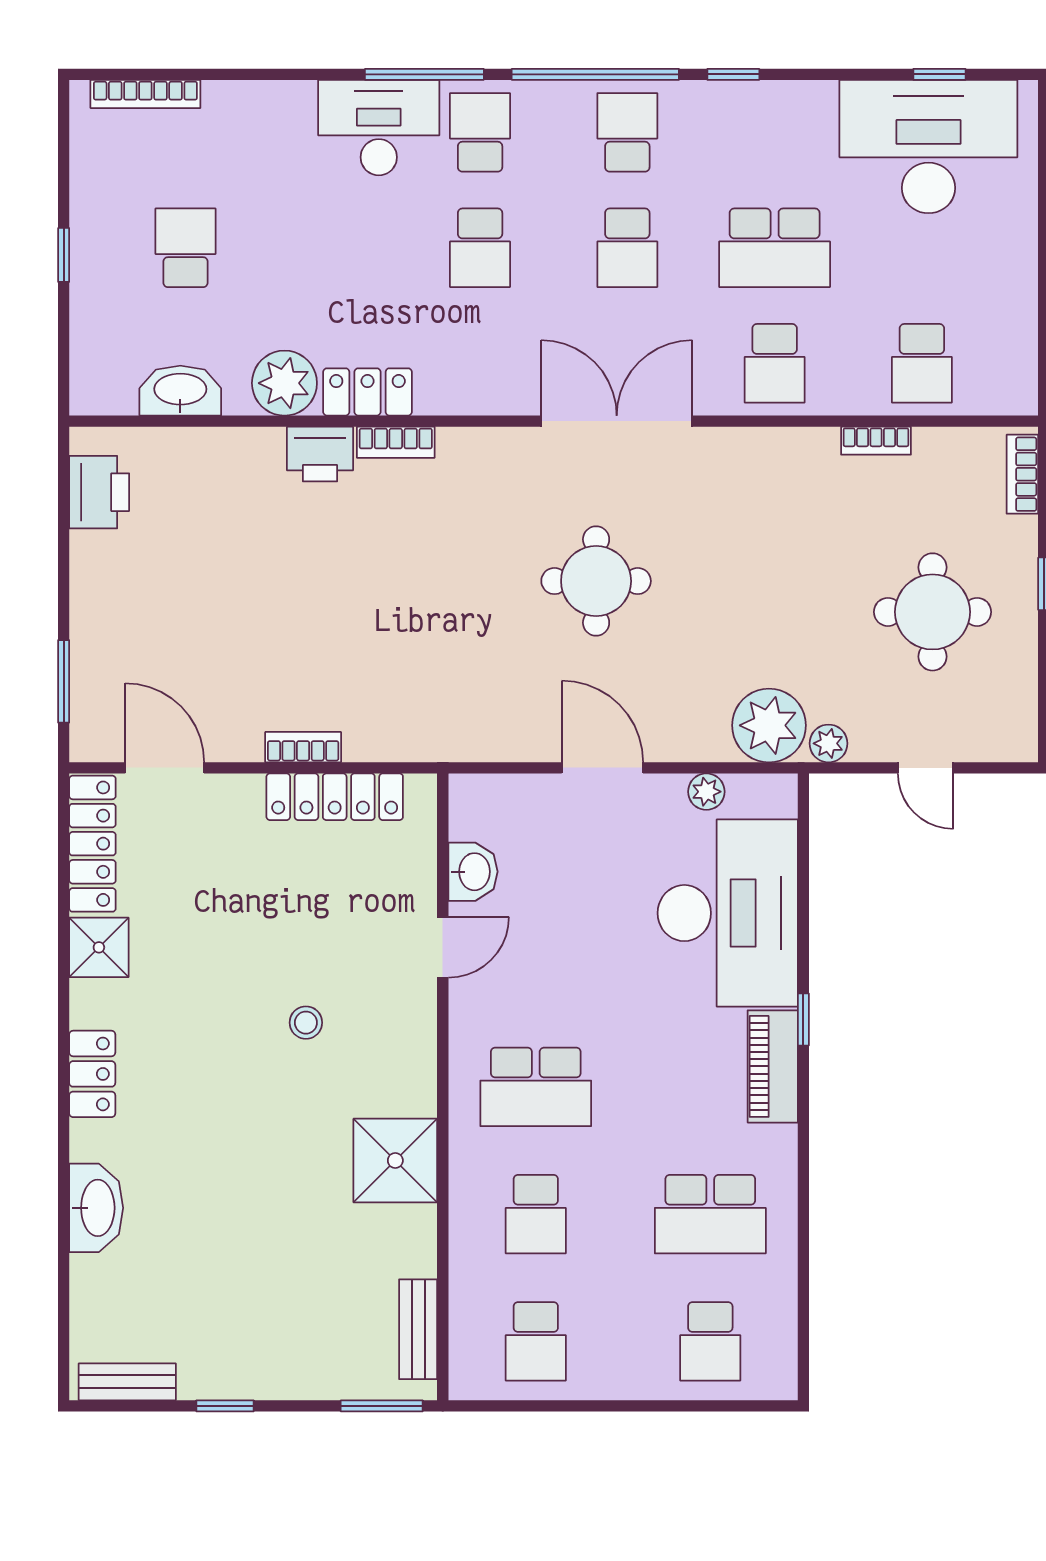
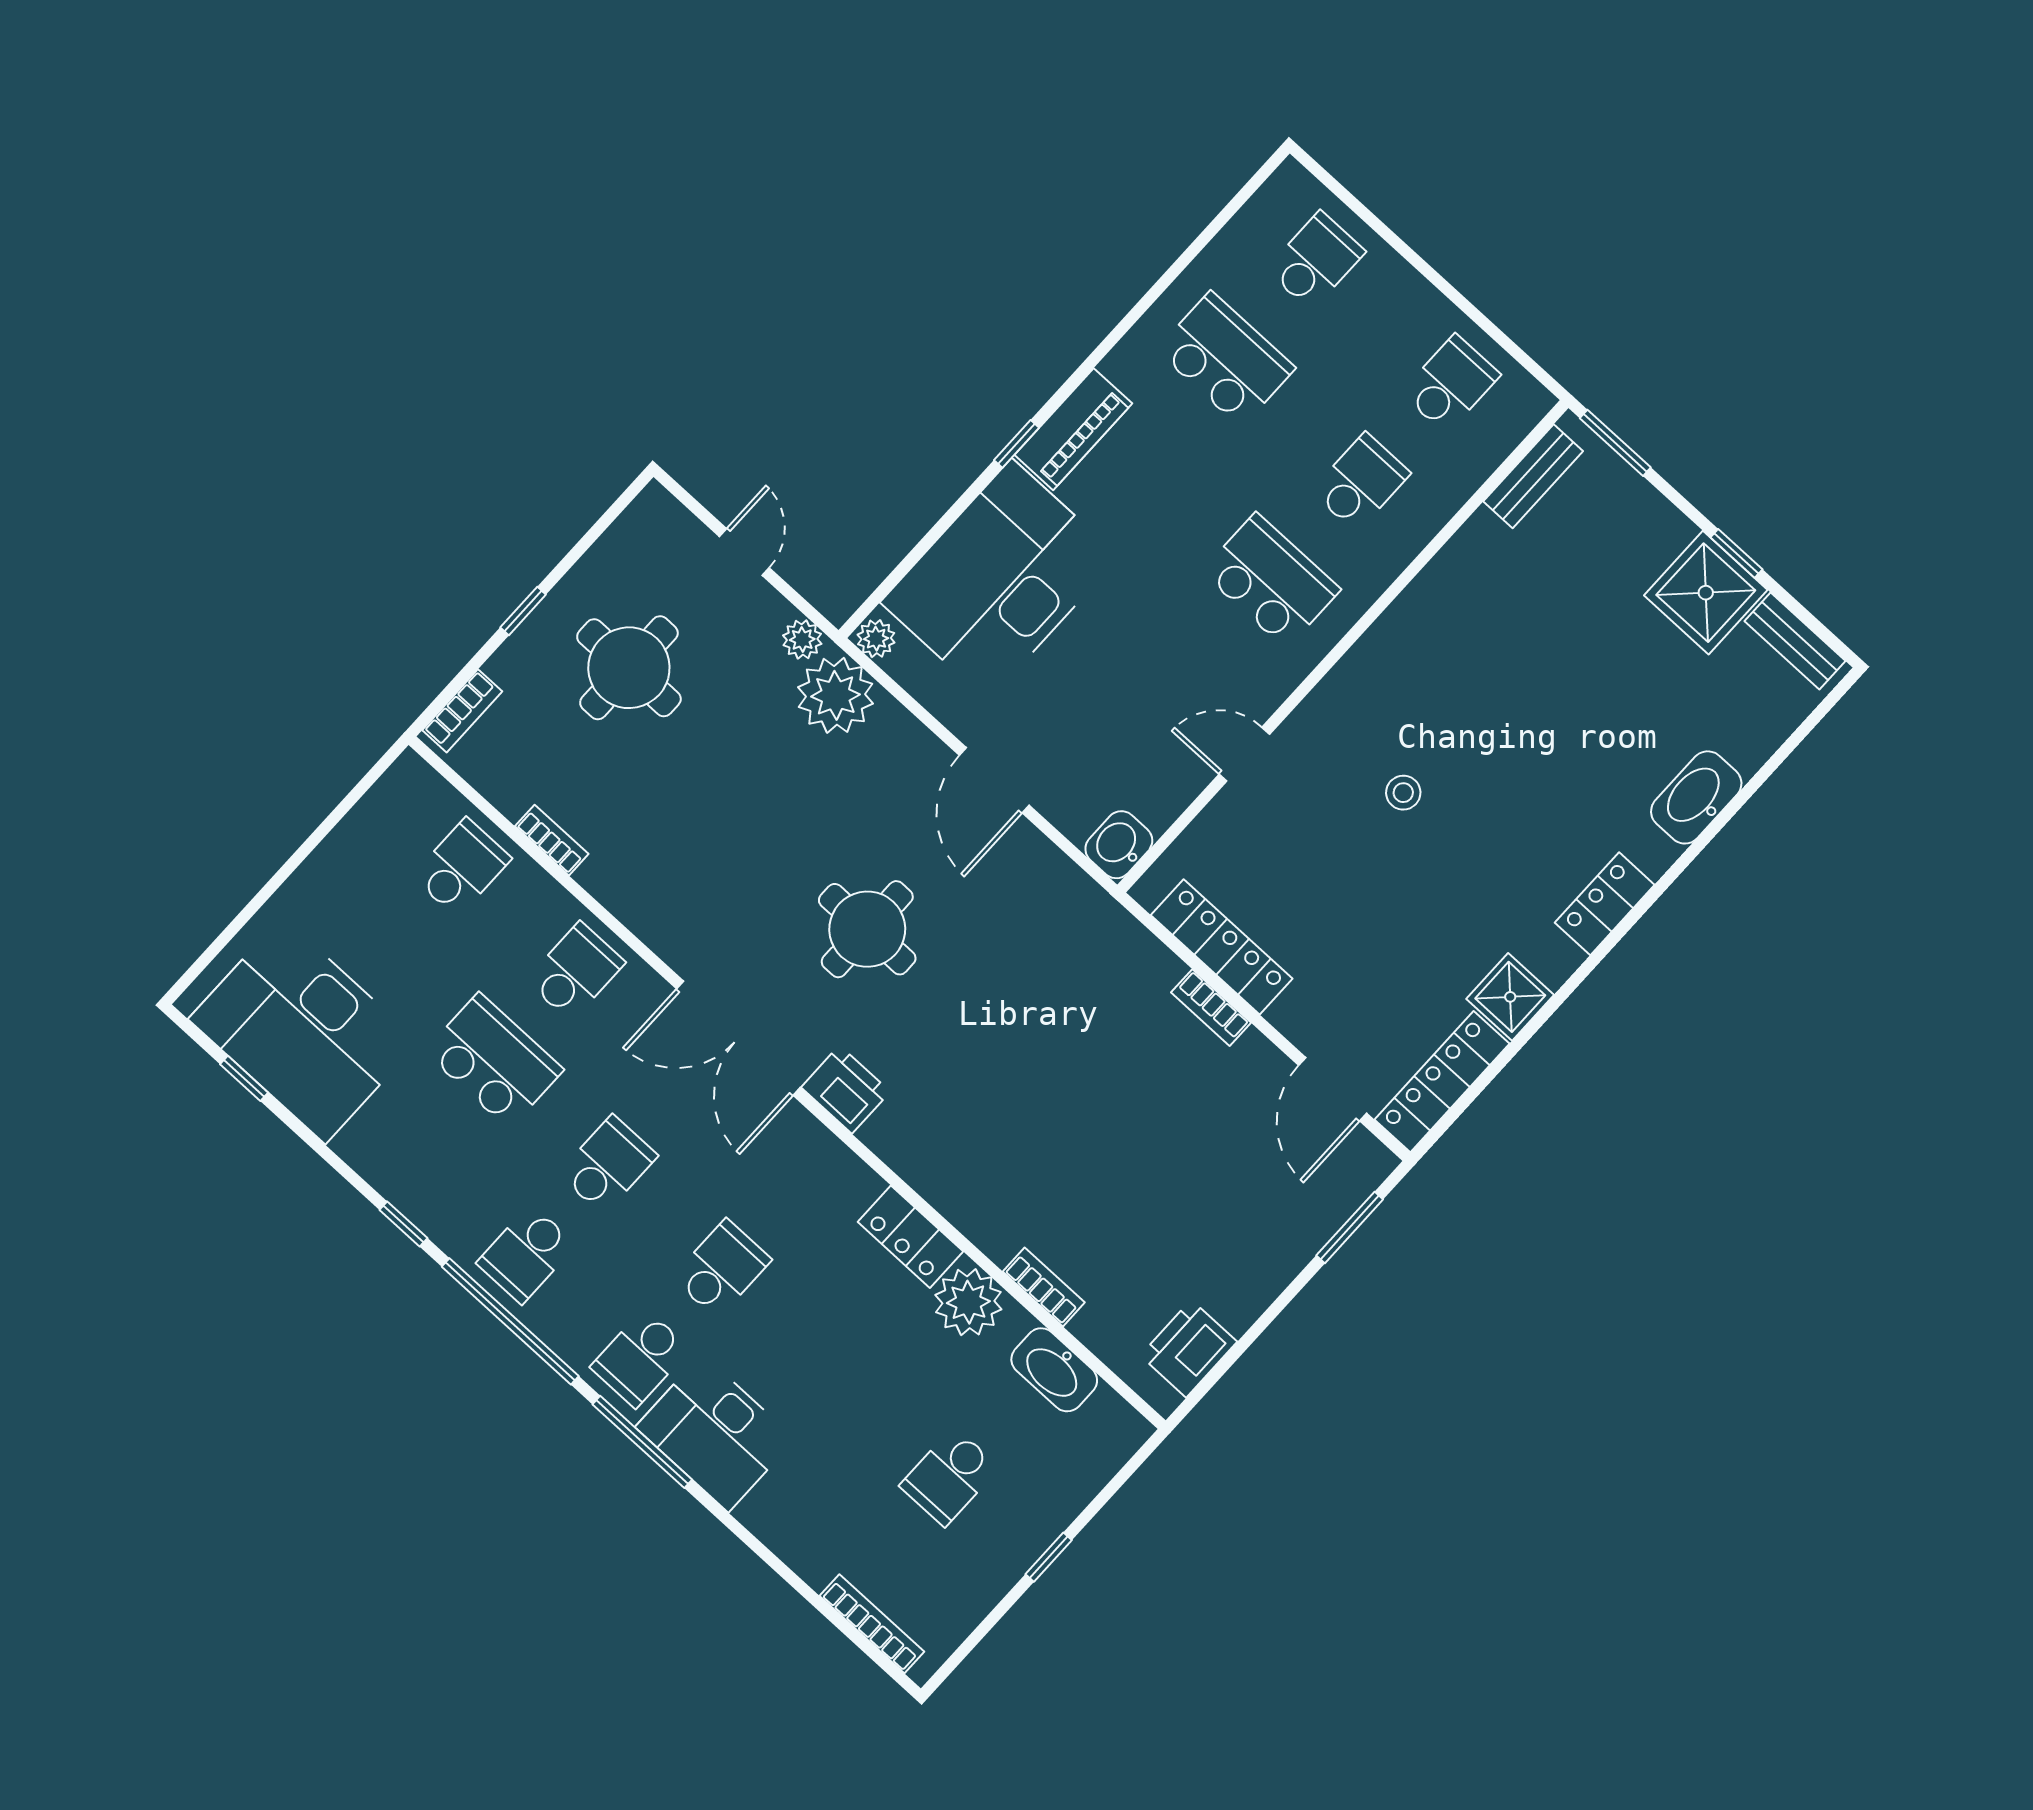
bookcase: (396, 442) -> (1044, 1287), moved
printer: (320, 454) -> (846, 1089), moved
plant: (706, 792) -> (876, 639), moved
washbasin: (473, 872) -> (1119, 845), moved
shower: (395, 1161) -> (1706, 593), moved

